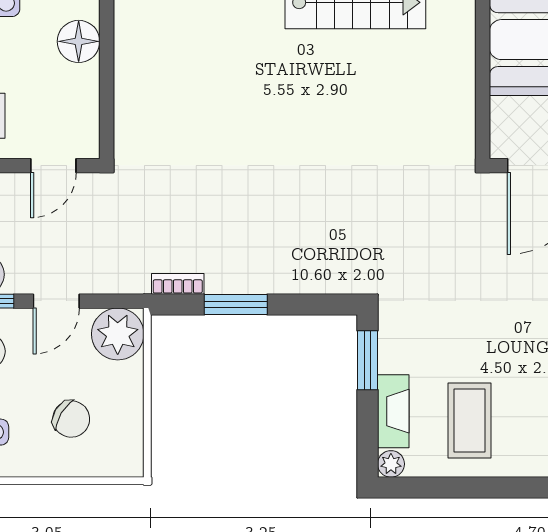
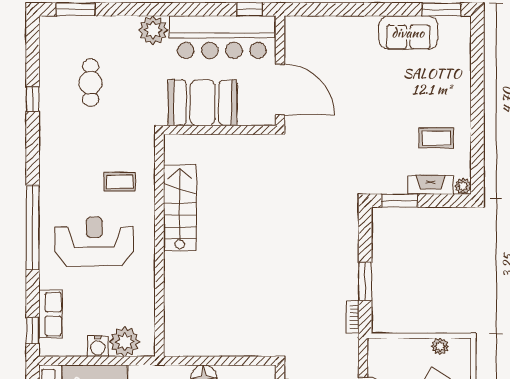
plant: (118, 334) -> (440, 346), moved, width x0.53, depth x0.53
coffee table: (469, 420) -> (436, 138), width x0.73, depth x0.77

